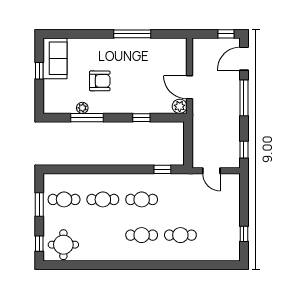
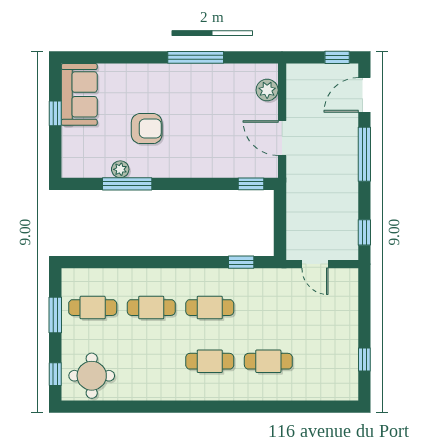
plant: (180, 106) -> (267, 90), moved
window: (141, 118) -> (251, 184), moved

